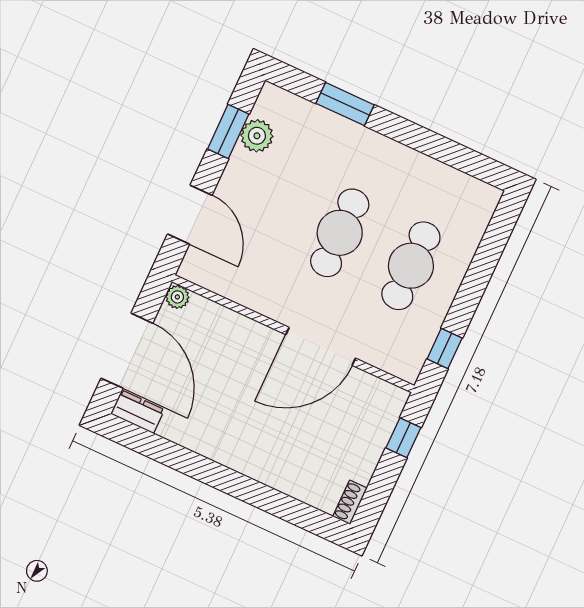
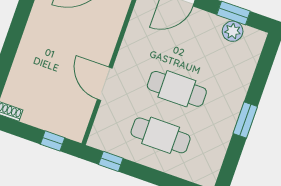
window: (345, 104) -> (245, 120), moved
door: (321, 346) -> (105, 84), width x0.73

